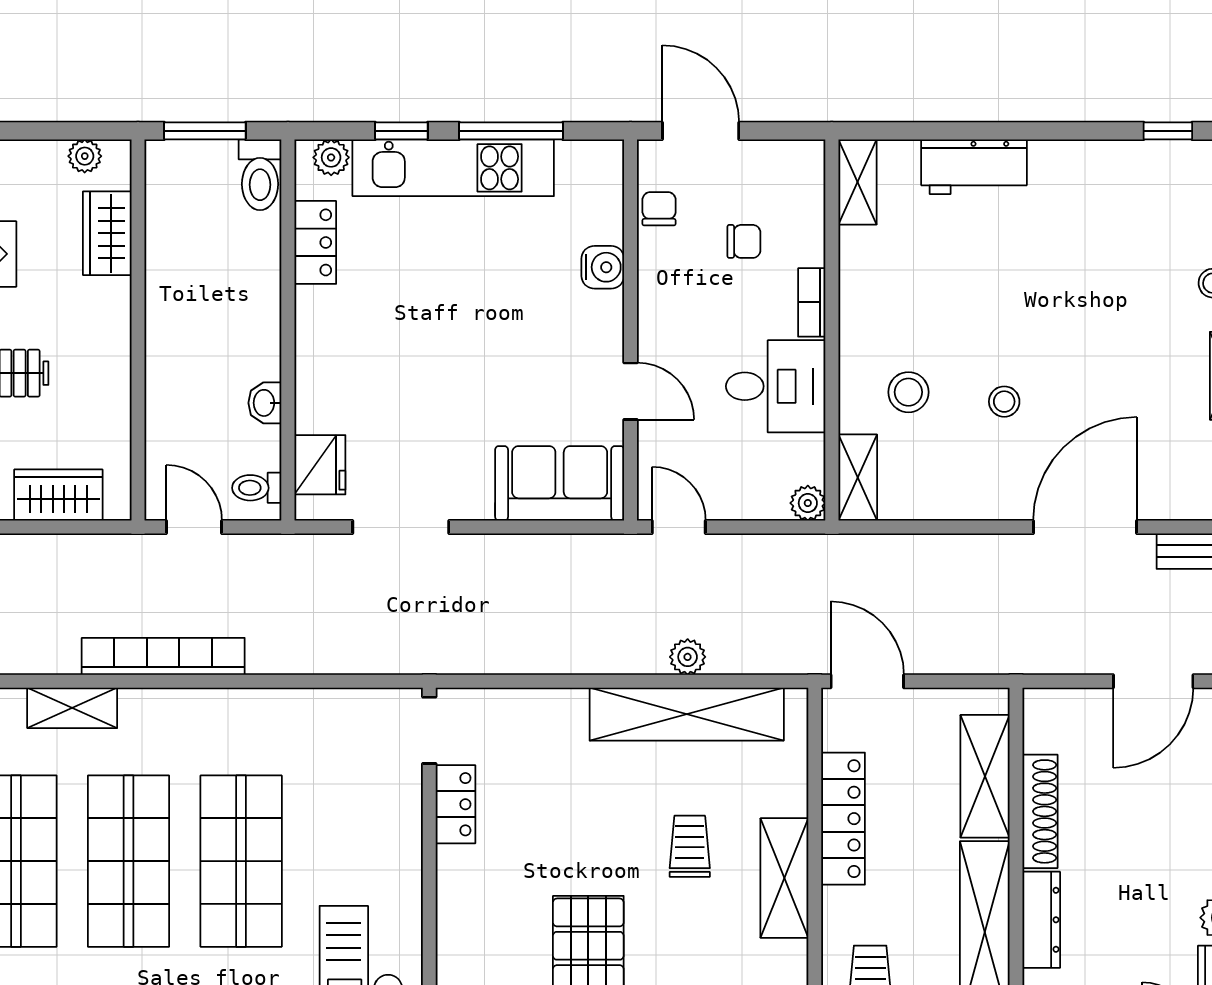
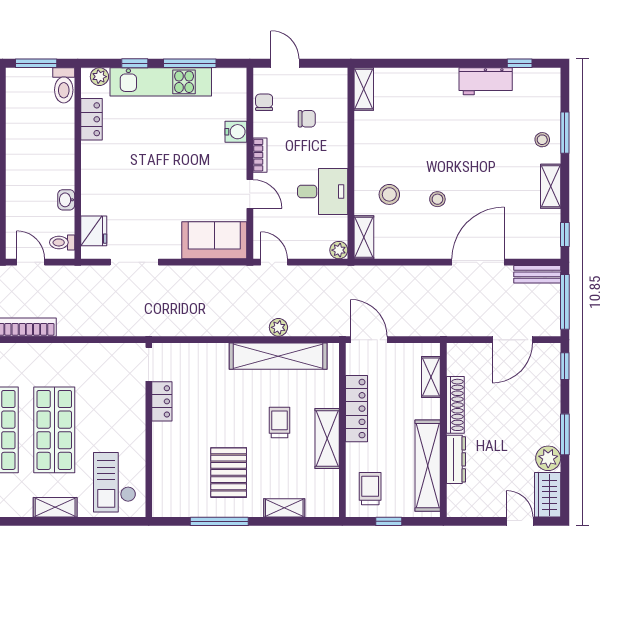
door: (701, 131) -> (285, 63), width x0.73
workbench: (974, 167) -> (486, 81), moved
bookcase: (812, 302) -> (260, 155), moved, turned 180
shelving: (985, 776) -> (431, 377), width x0.67, depth x0.75

